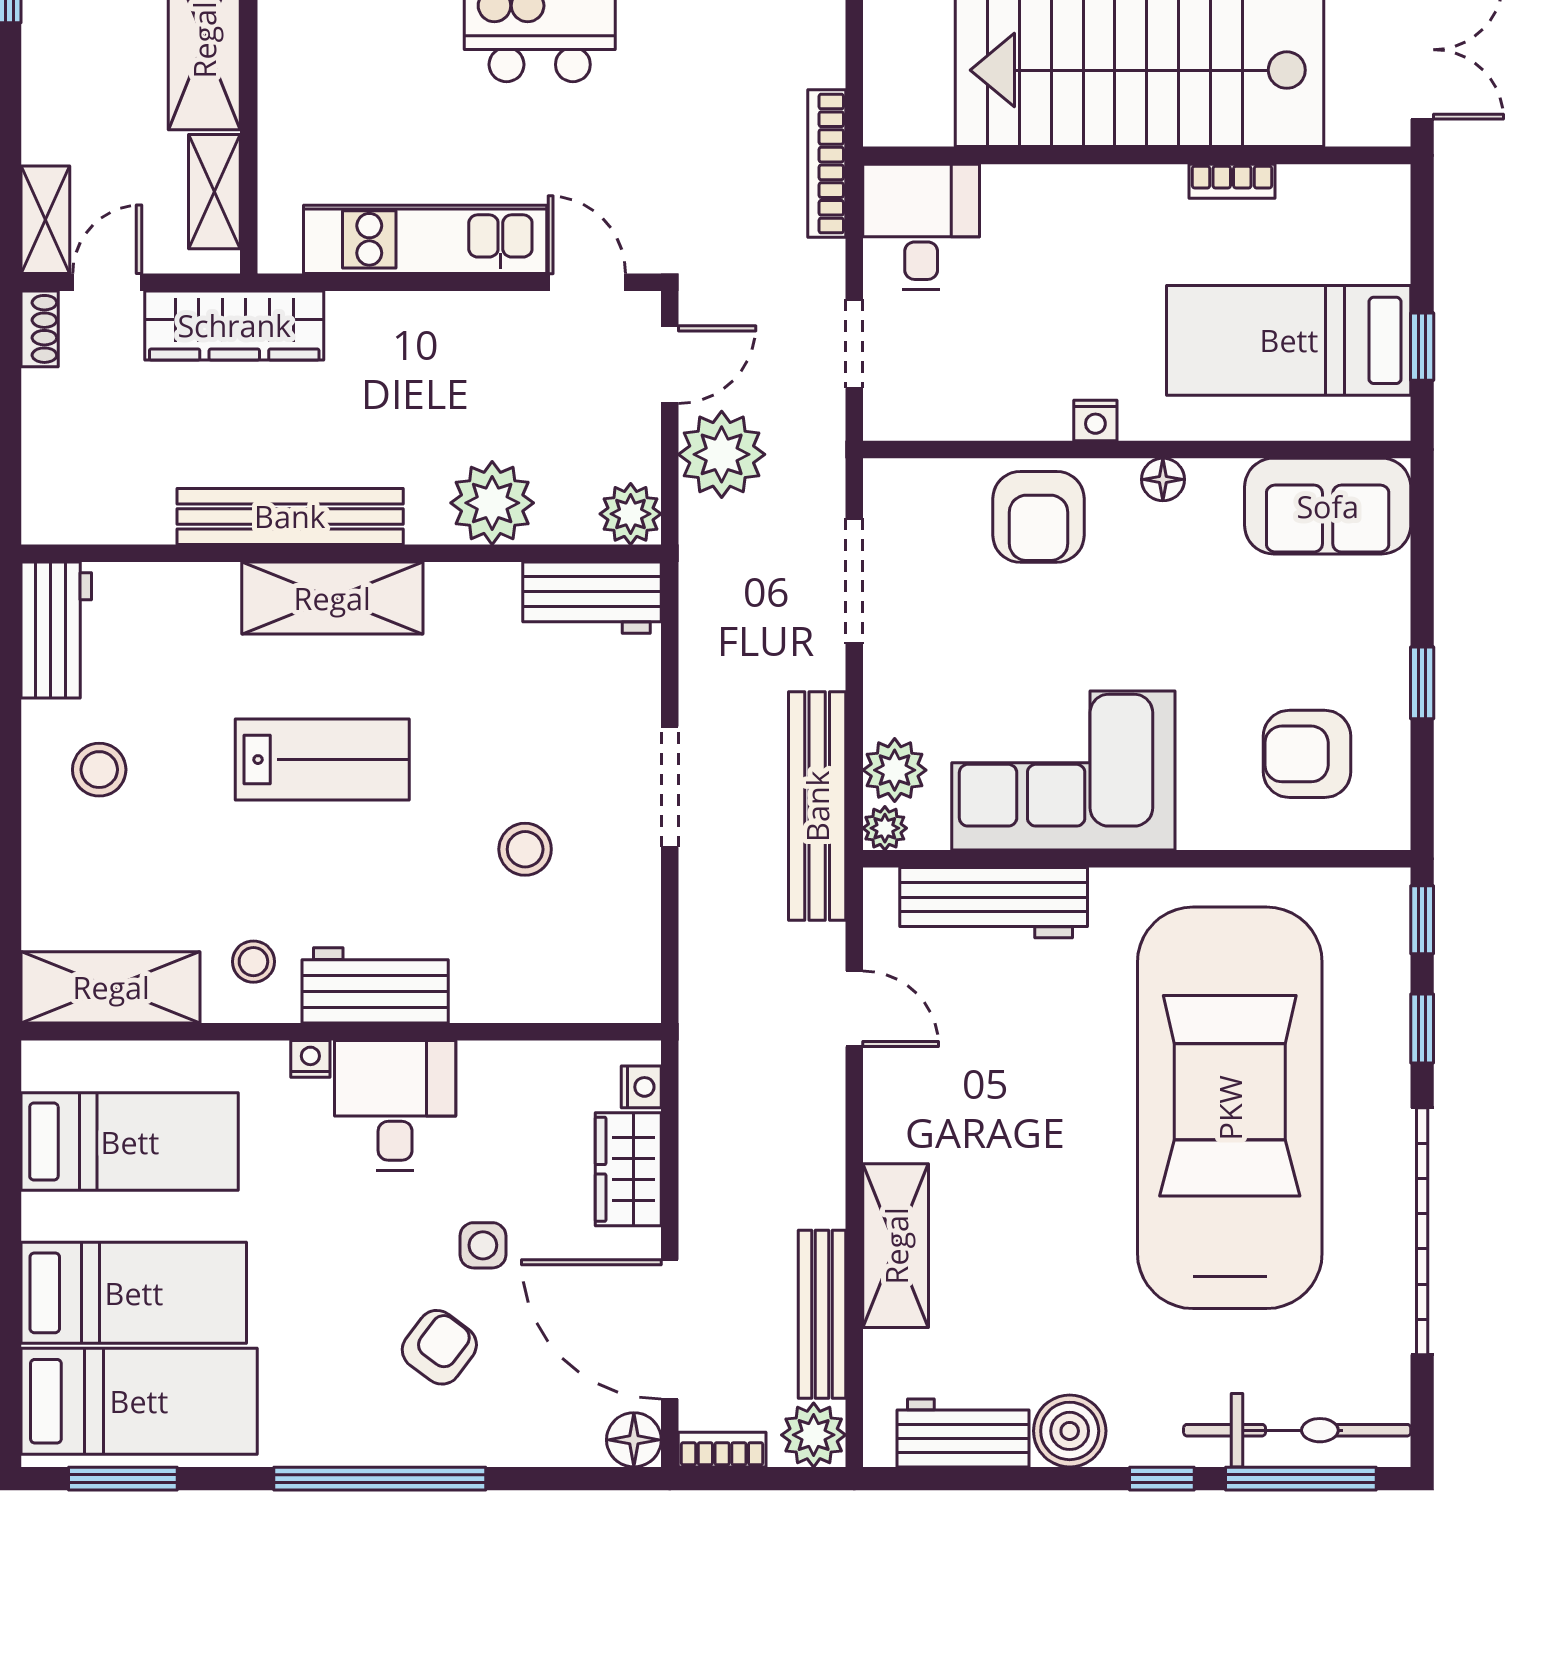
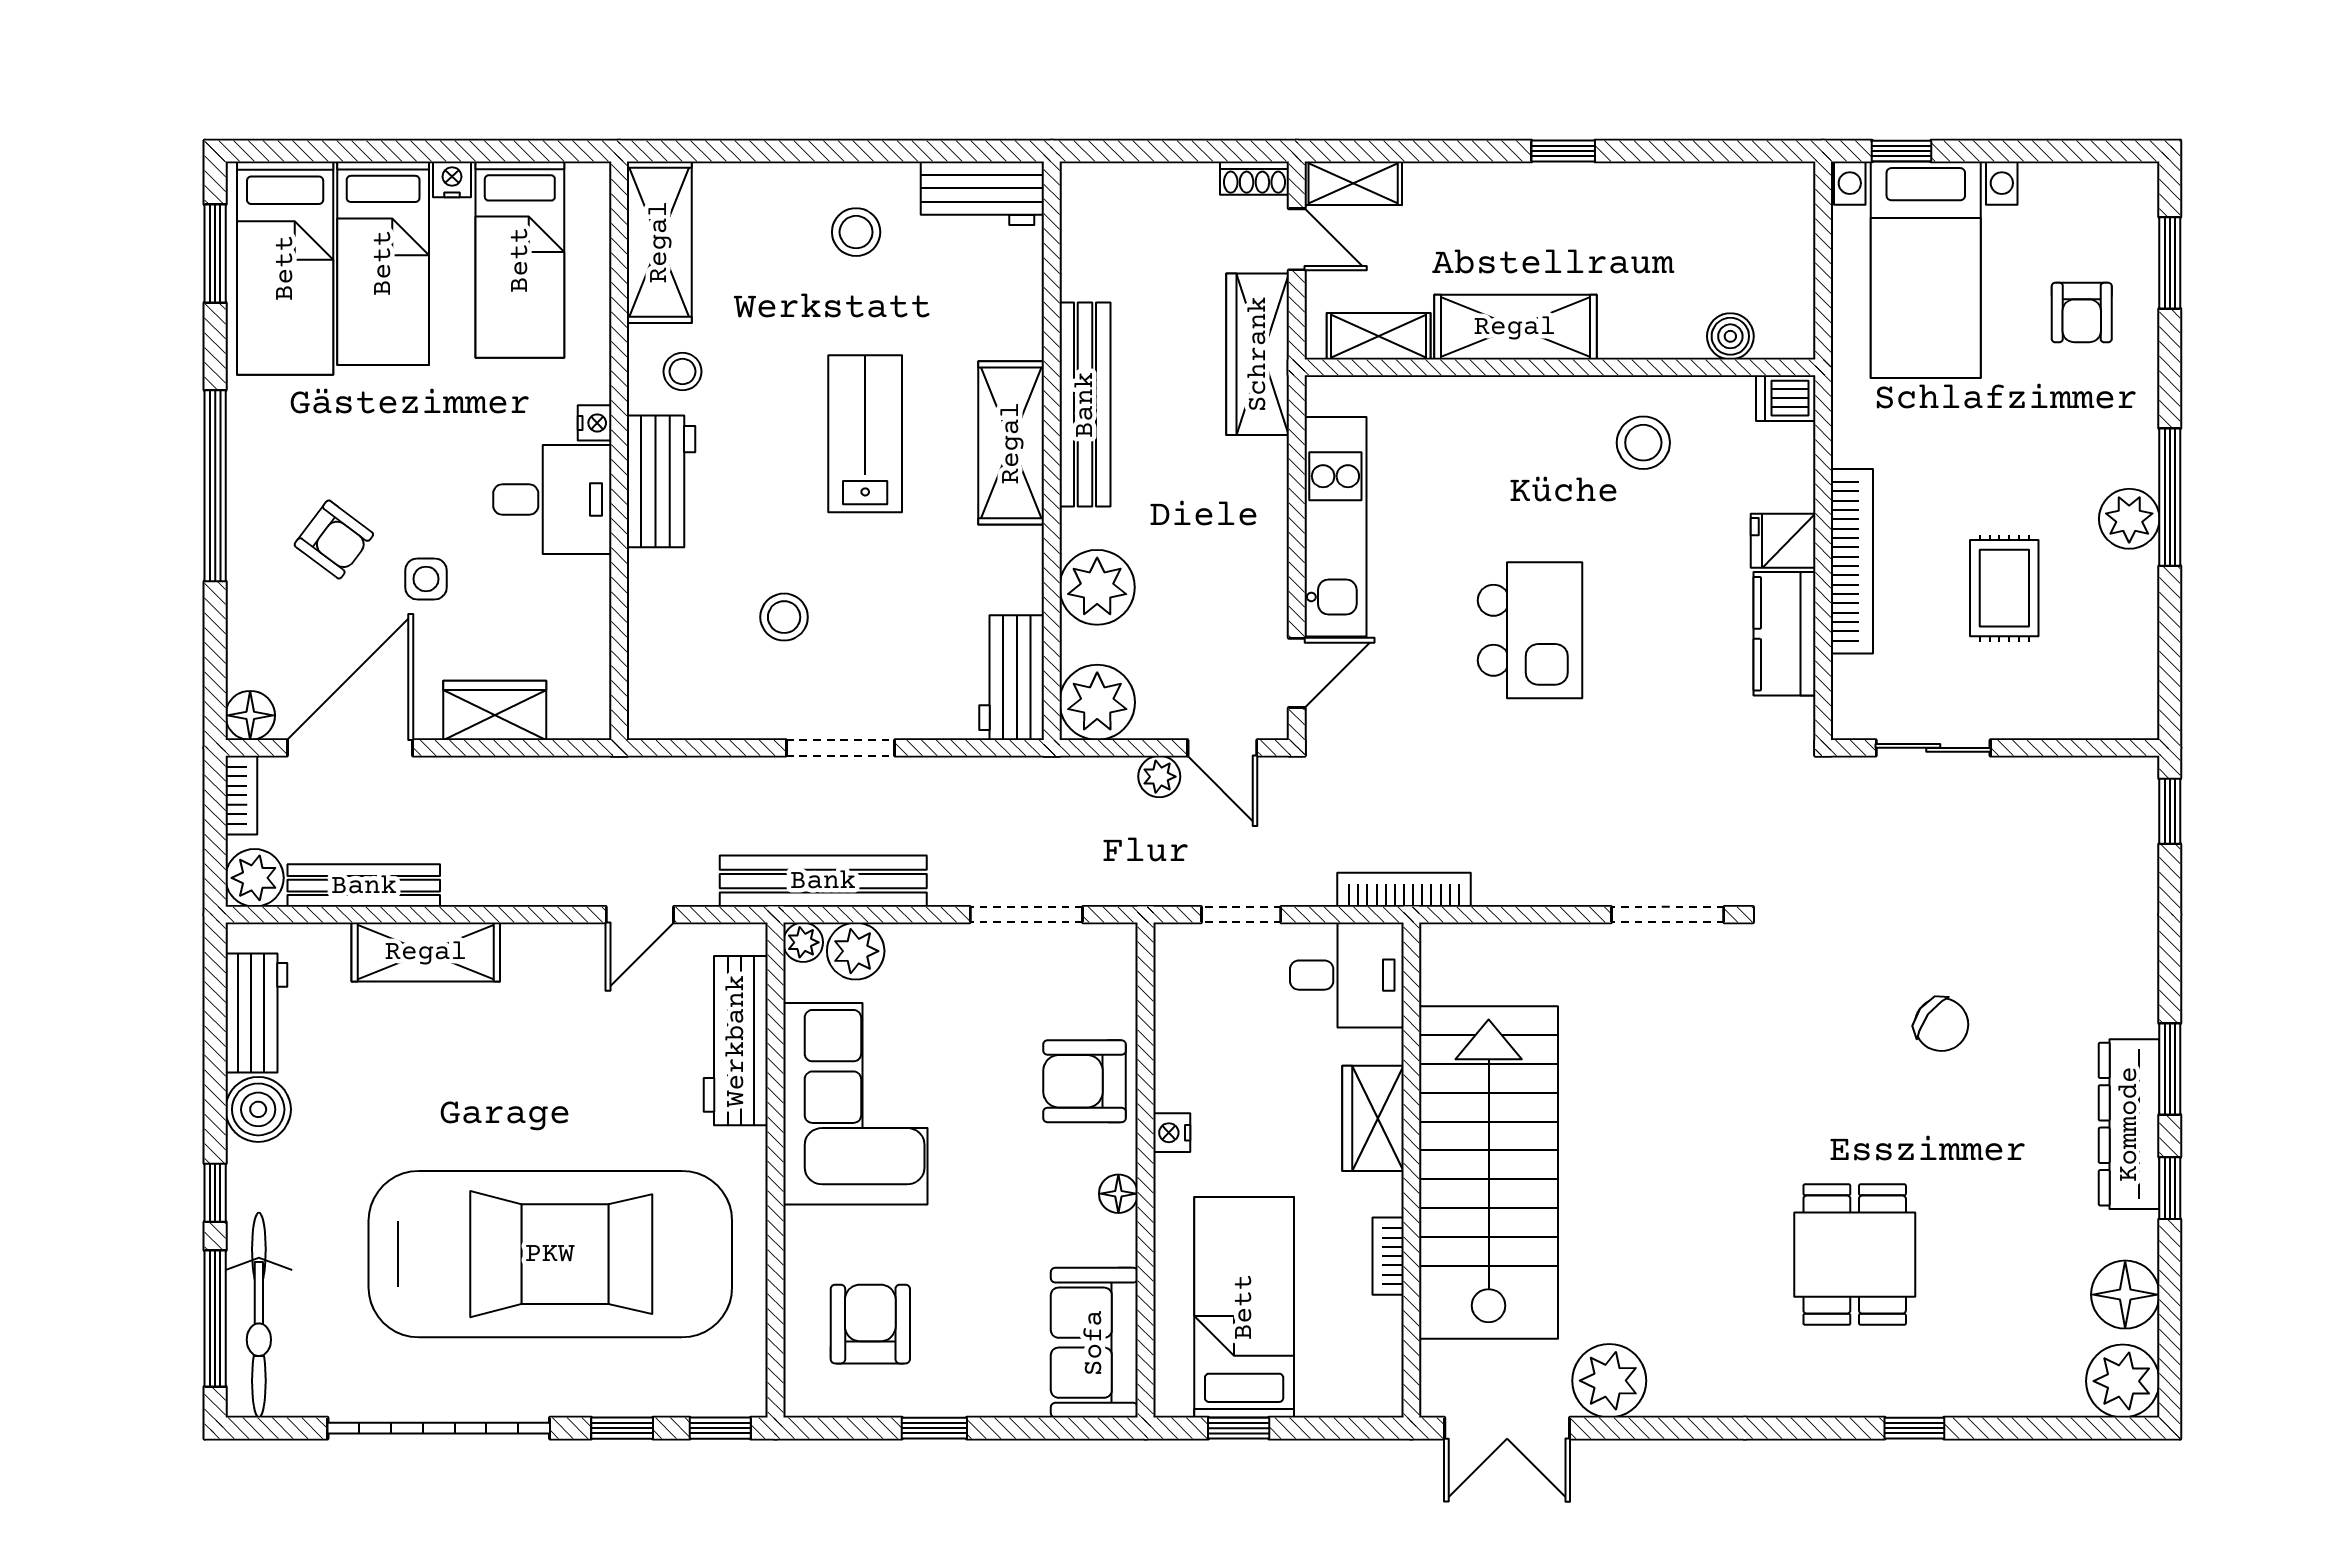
wardrobe: (1080, 198) -> (1373, 1118), added
plant: (722, 454) -> (1159, 777), width x0.53, depth x0.53
plant: (631, 514) -> (1097, 702), width x1.36, depth x1.36
lab bench: (322, 760) -> (865, 434), turned 180
nightstand: (641, 1087) -> (452, 179), moved, turned 180

